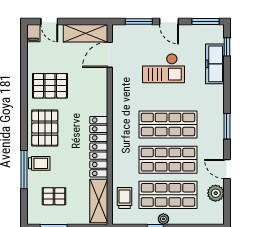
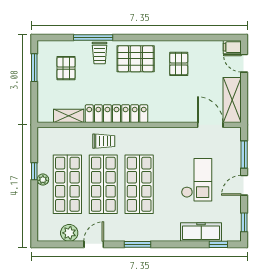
door: (49, 22) -> (244, 63), hinge flipped
window: (205, 22) -> (244, 222), width x0.67
checkout: (164, 68) -> (197, 180), turned 180
pallet: (50, 86) -> (179, 64), width x0.67, depth x0.71
trolley: (125, 198) -> (104, 141), moved
shelving: (99, 201) -> (69, 116), width x0.67, depth x0.75

